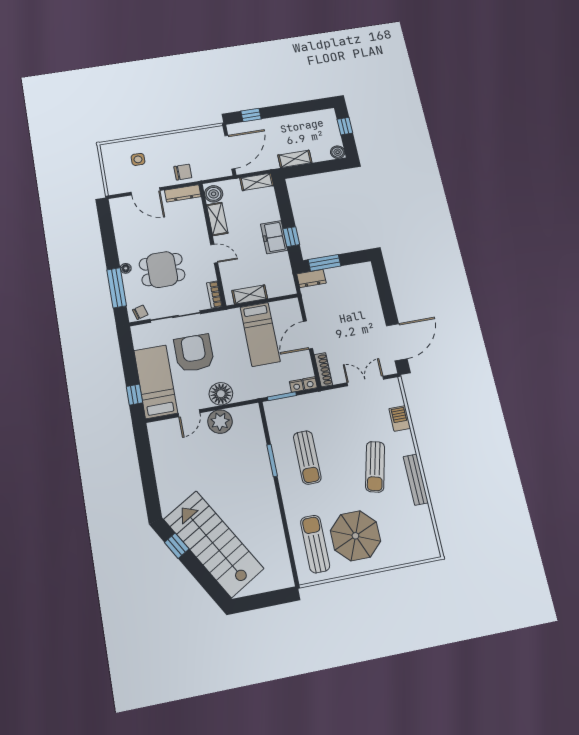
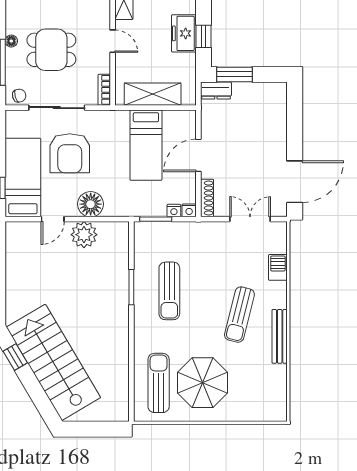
shelving: (250, 295) -> (153, 94), width x1.50, depth x1.33
armchair: (194, 353) -> (70, 153), turned 180

